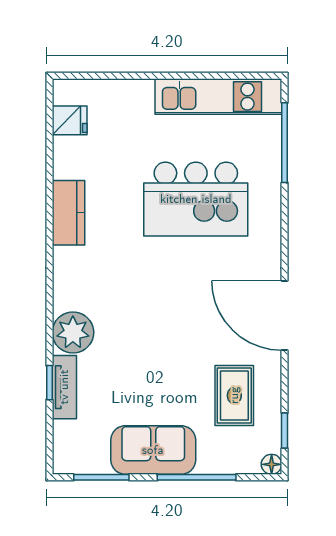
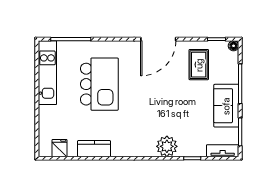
kitchen counter: (68, 213) -> (94, 149), moved
tv unit: (64, 387) -> (223, 151), moved
rug: (234, 395) -> (199, 65), turned 90

